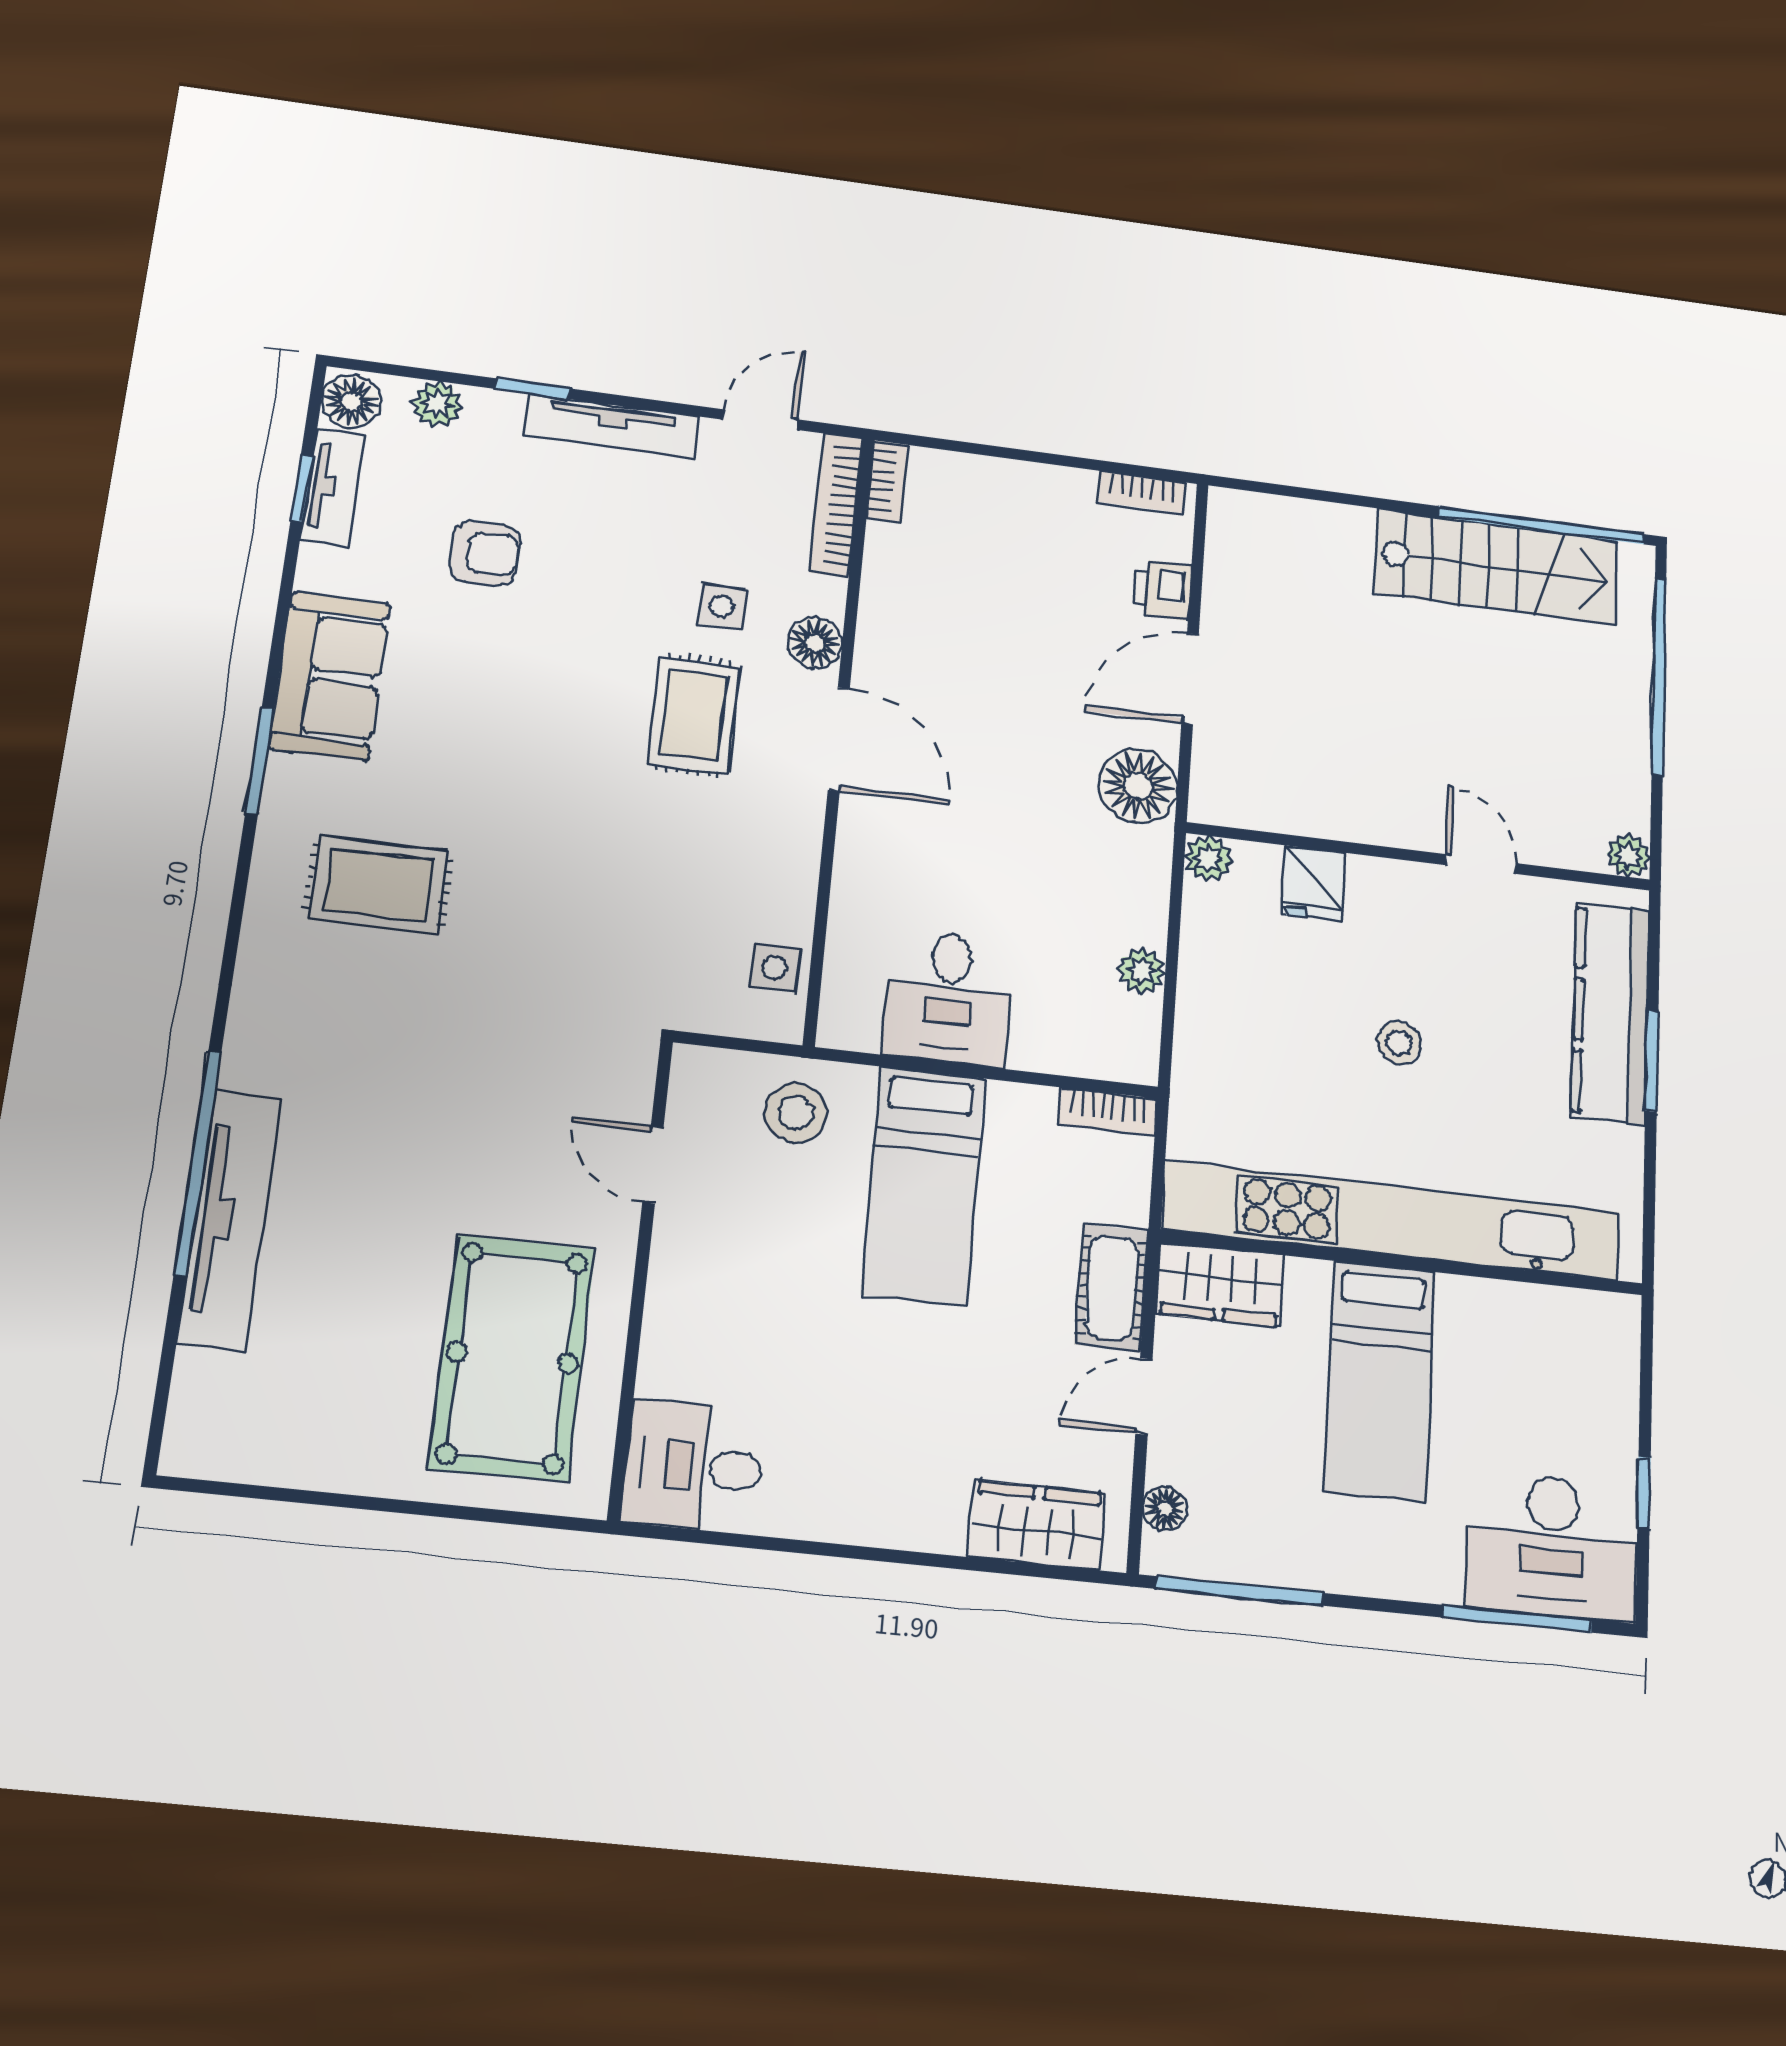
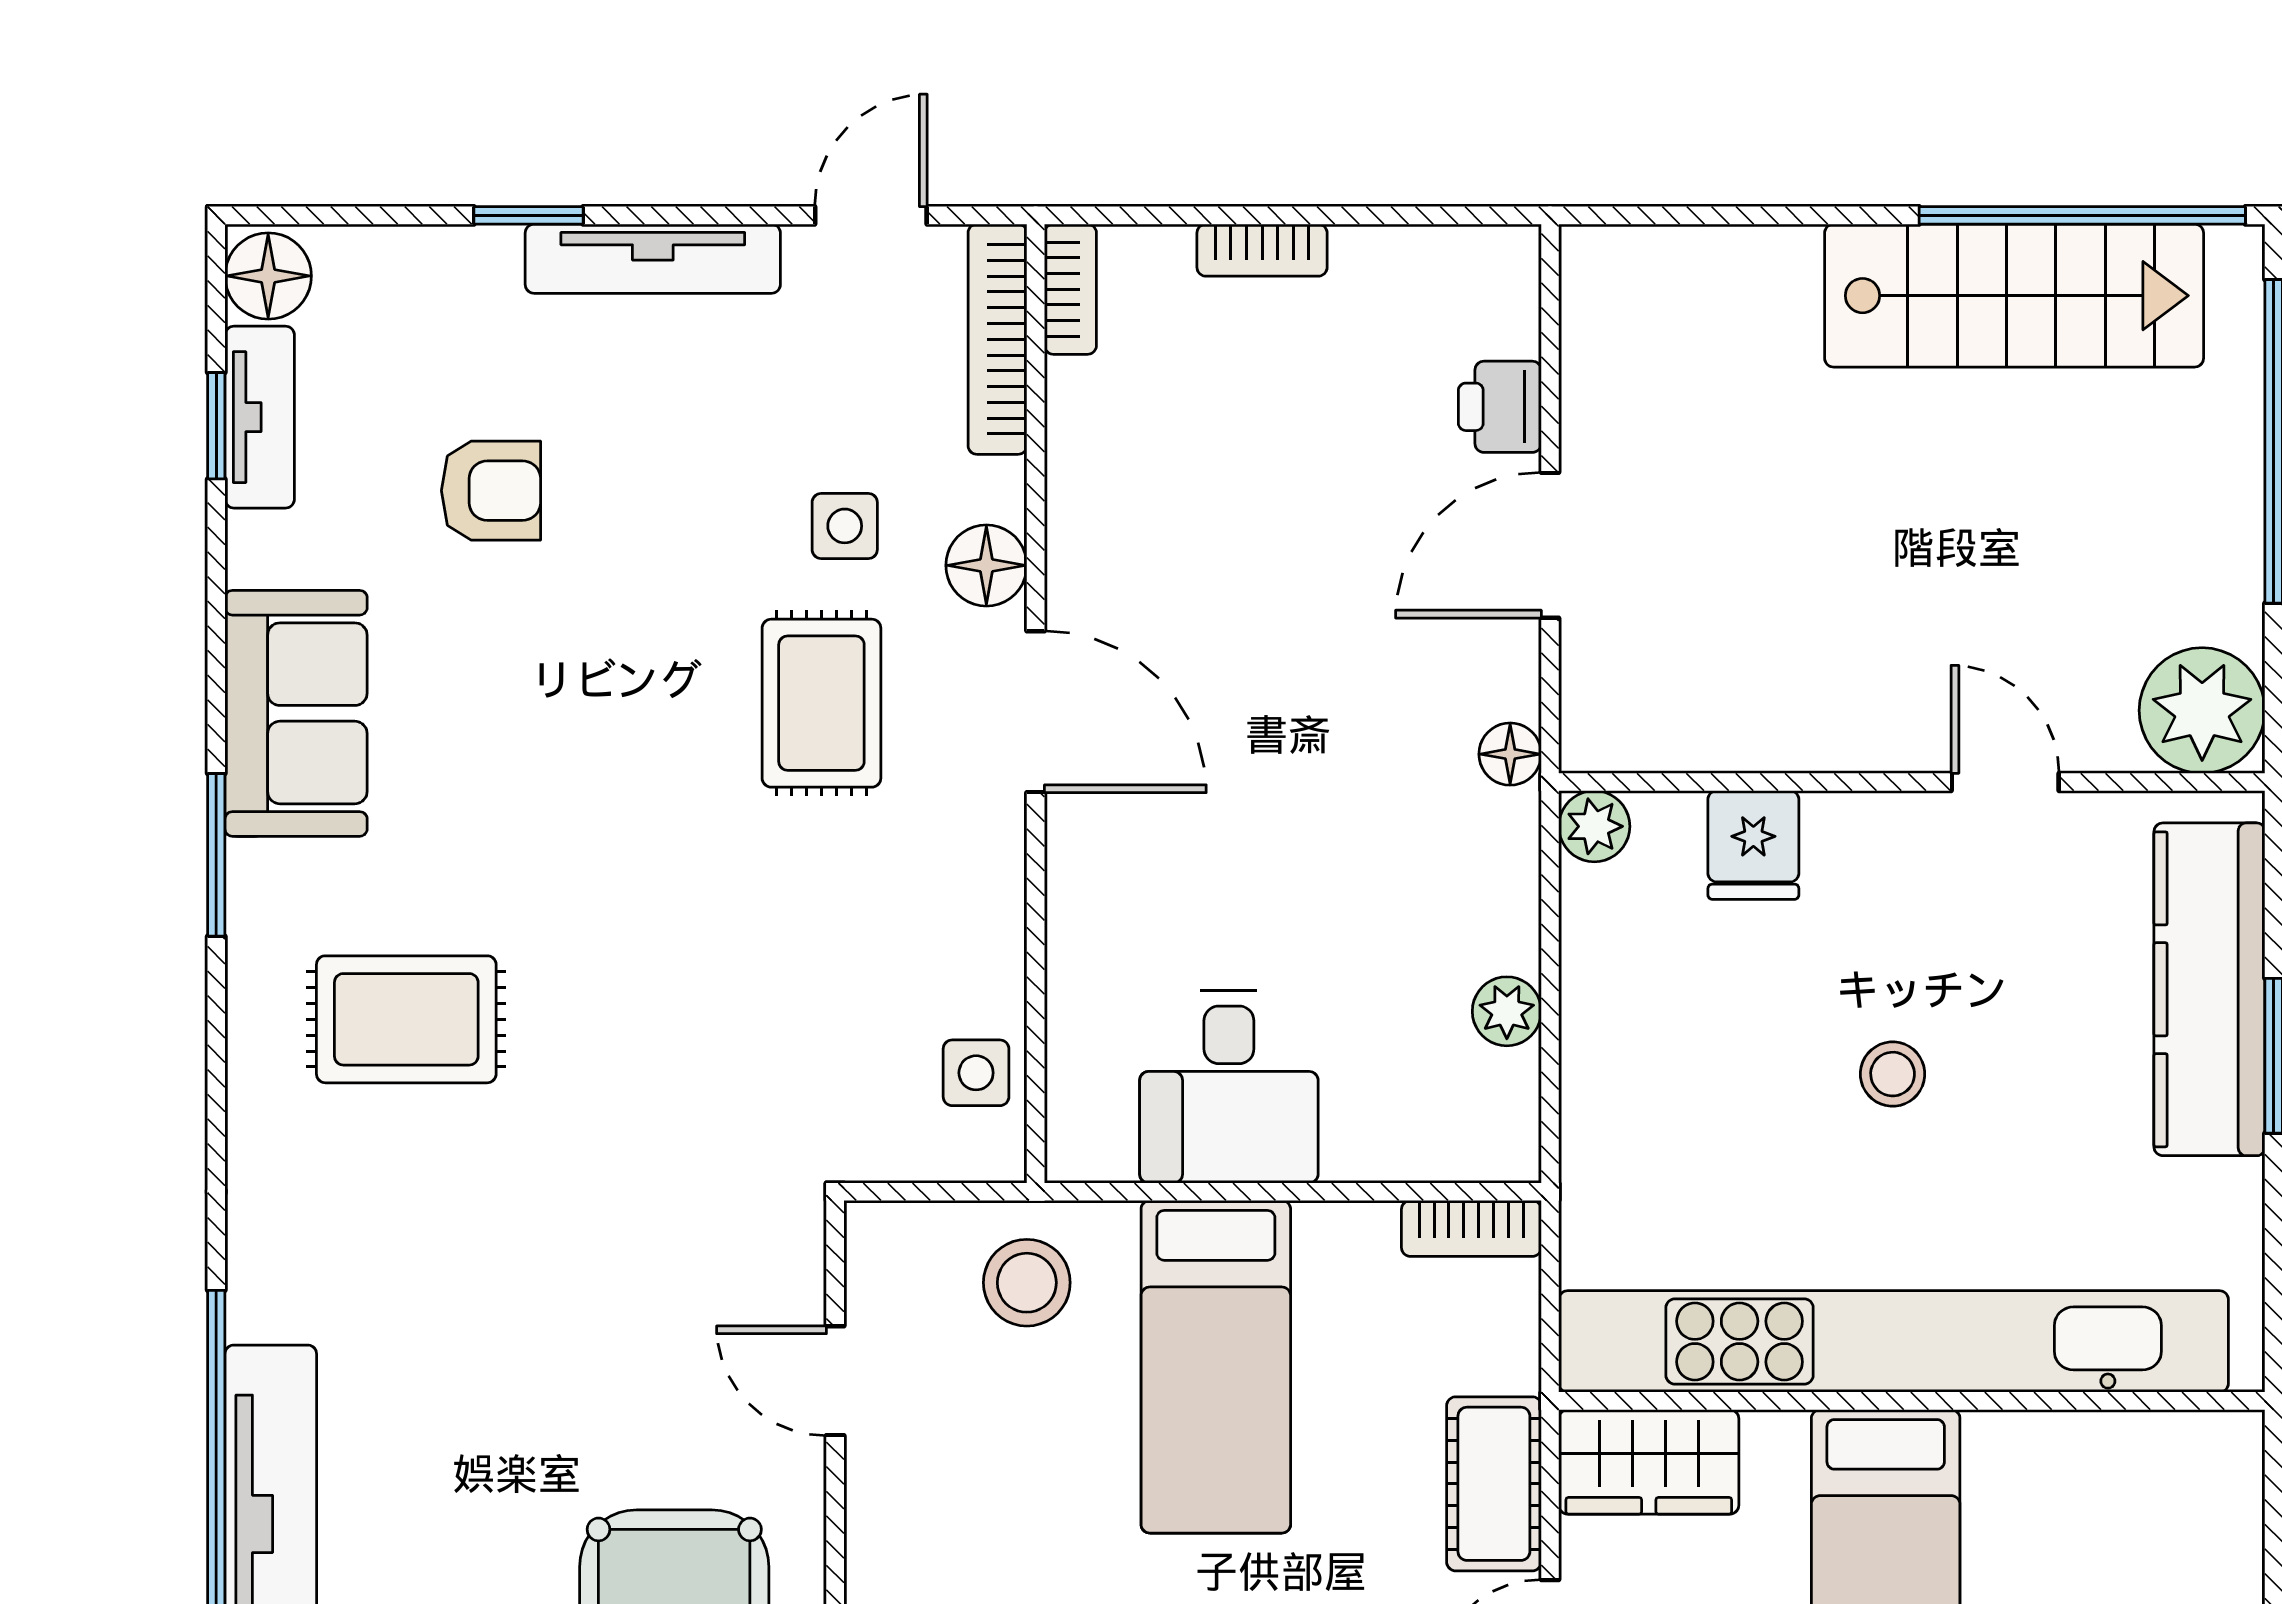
plant: (437, 404) -> (393, 261), removed
bookcase: (1142, 492) -> (1262, 250), moved
floor lamp: (1138, 786) -> (1510, 754), width x0.53, depth x0.53
plant: (1628, 856) -> (2202, 710), width x1.87, depth x1.87

